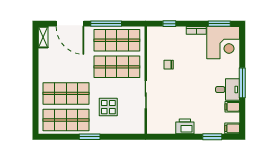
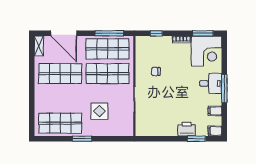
window: (106, 24) -> (109, 33), moved
desk: (228, 90) -> (211, 83), moved
shop shelf: (66, 93) -> (60, 74), moved
printer: (185, 126) -> (187, 129), moved

